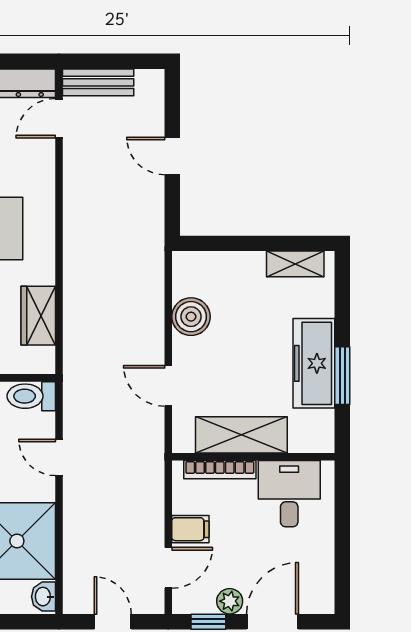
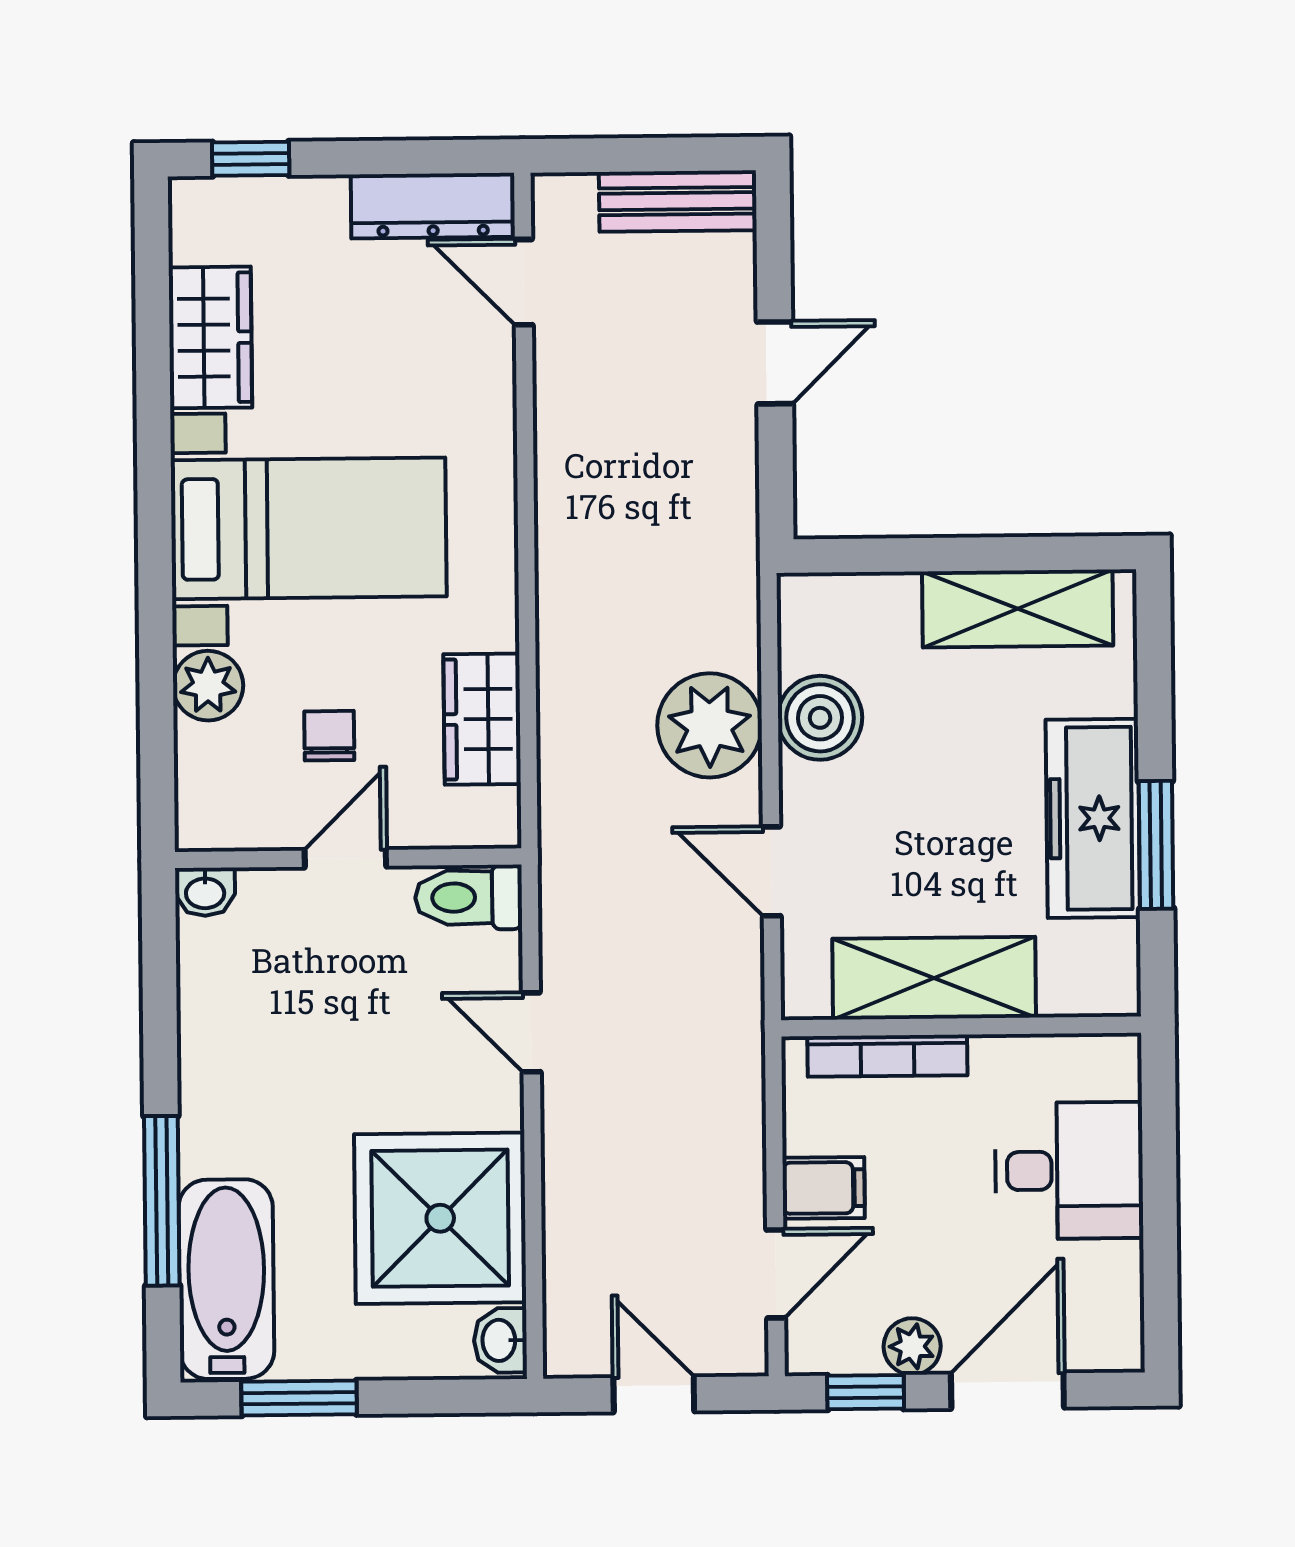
bench: (98, 82) -> (678, 201), moved
door: (59, 118) -> (523, 282), hinge flipped
door: (172, 156) -> (775, 363), swing flipped
shelving: (295, 264) -> (1018, 609), width x1.50, depth x1.33
plant: (141, 320) -> (710, 725), added
desk: (289, 494) -> (1069, 1171), moved, turned 90

